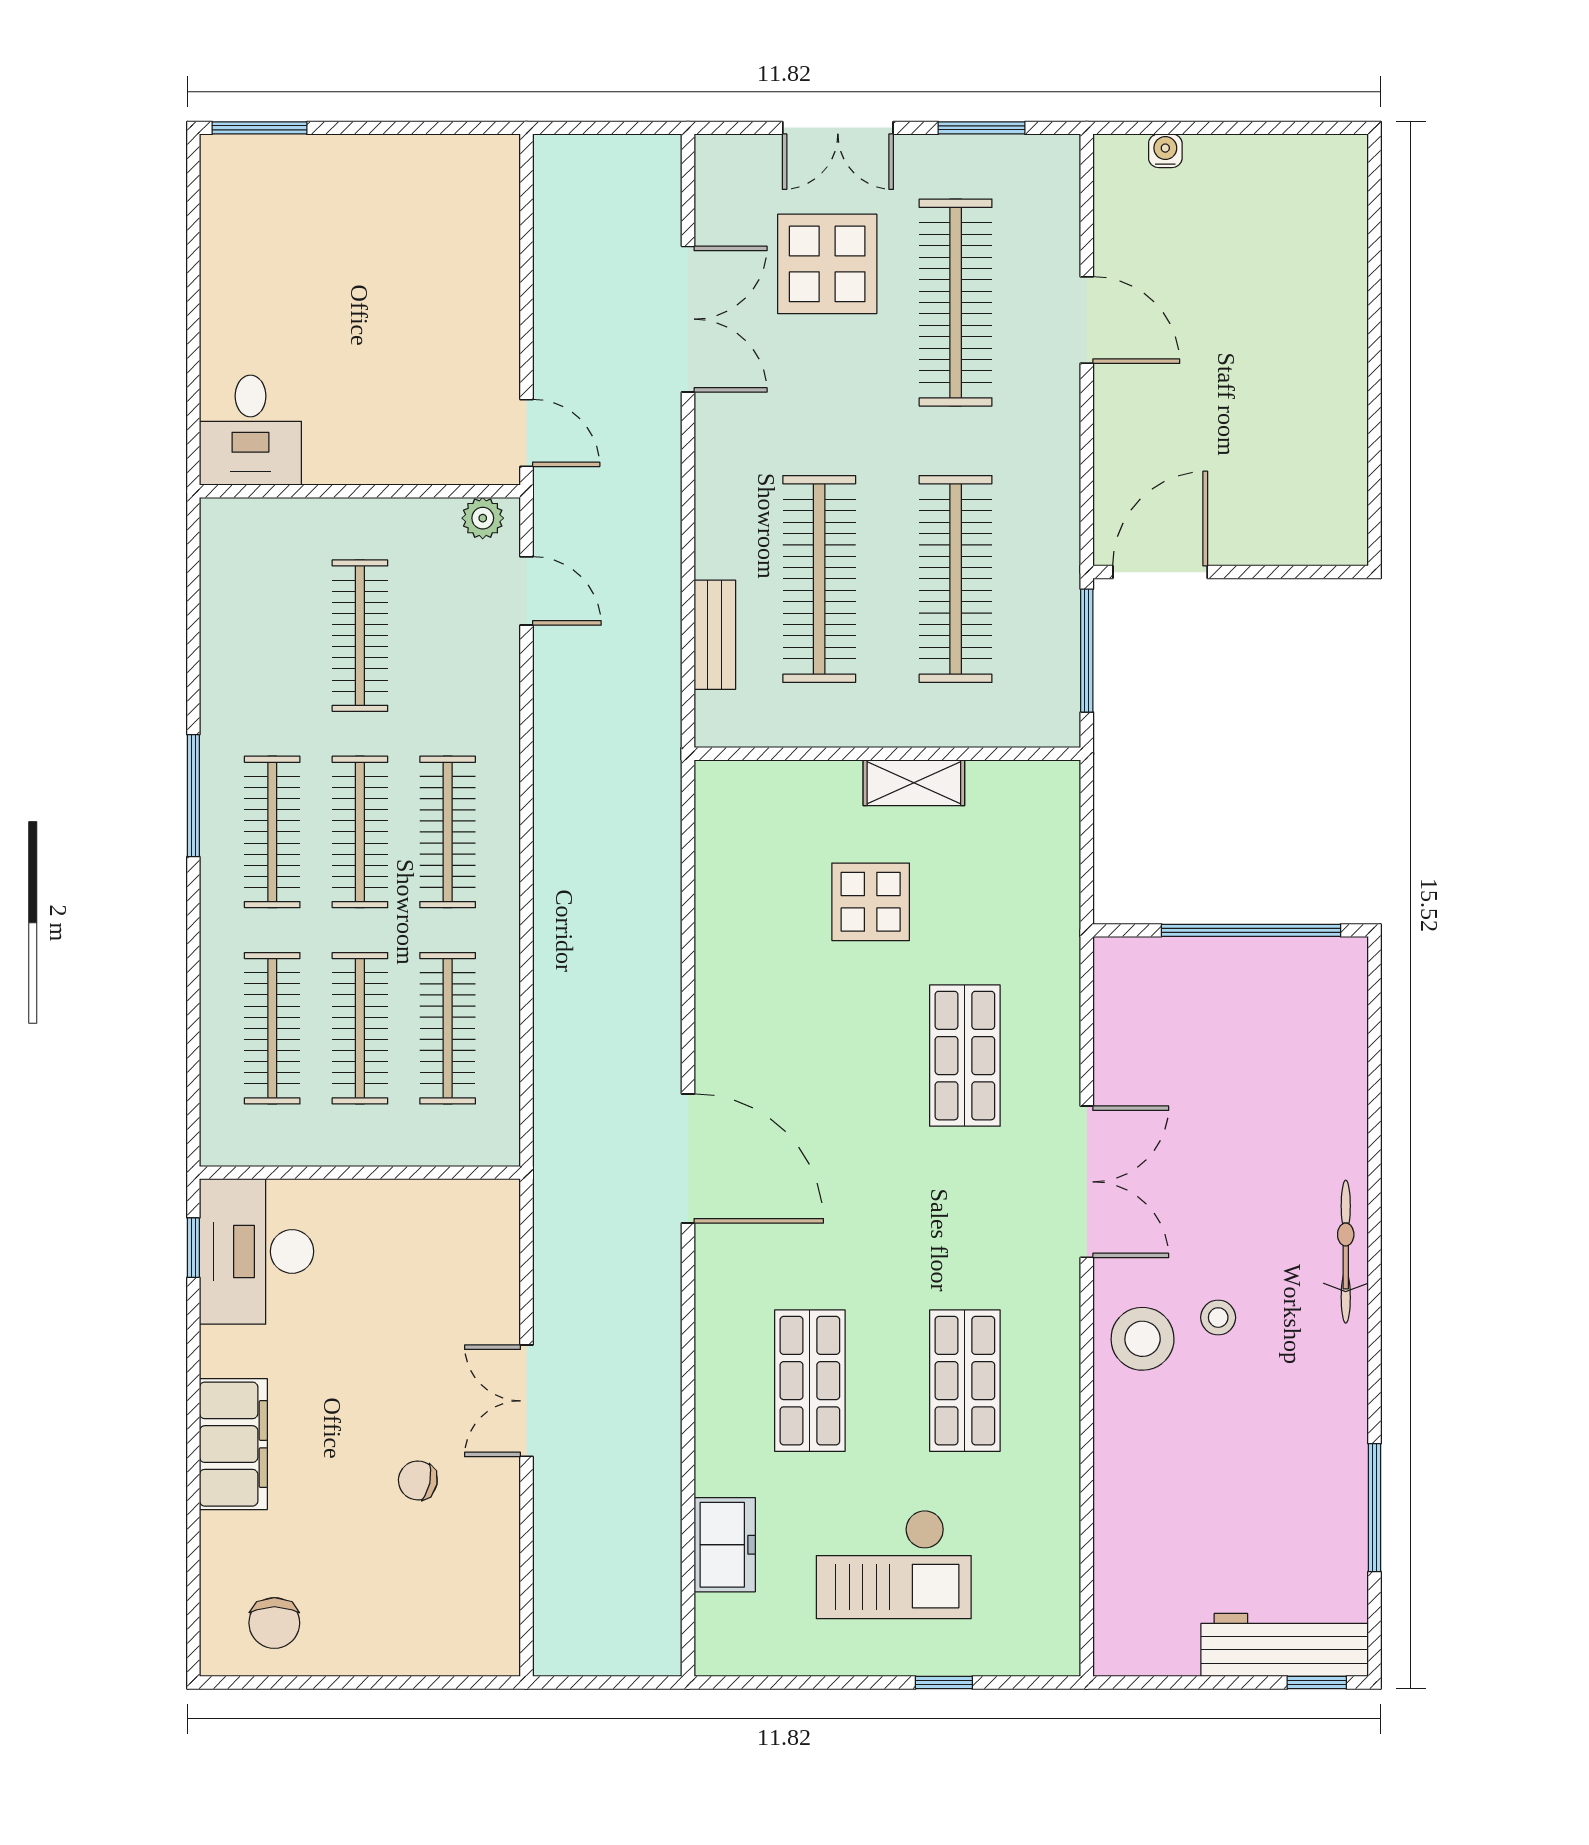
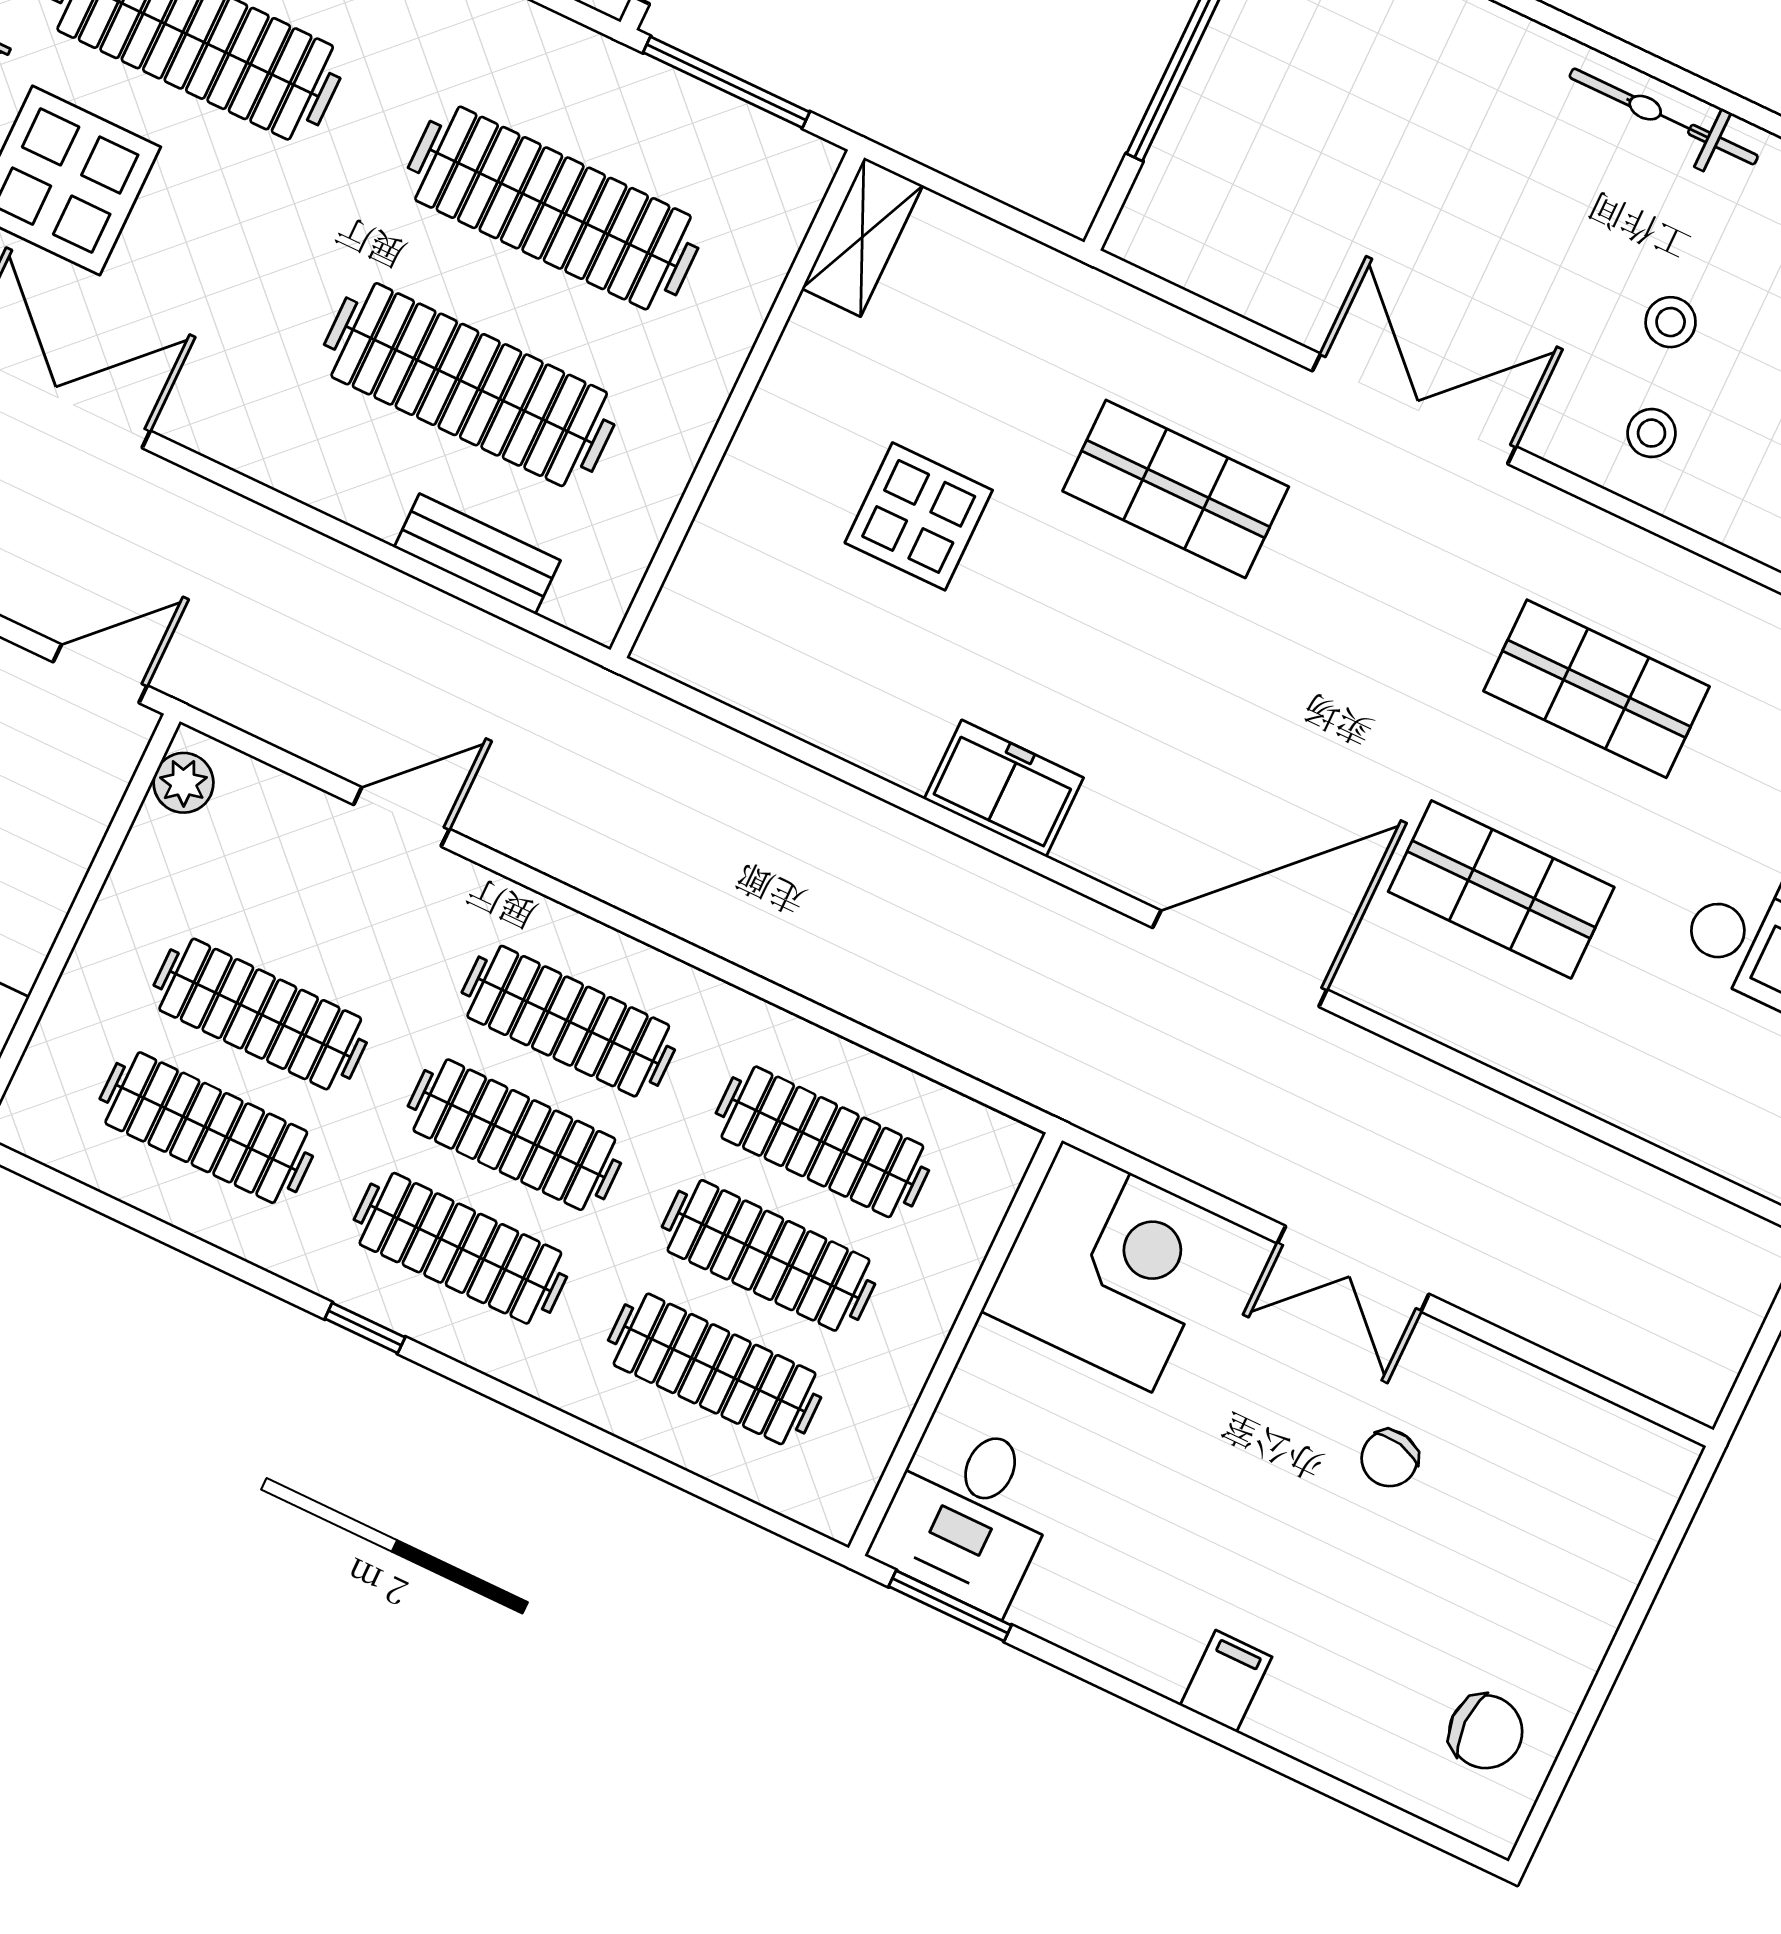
door: (526, 591) -> (401, 817), moved
clothes rail: (272, 636) -> (206, 1128), added
shelving: (914, 783) -> (862, 237), moved
window: (193, 796) -> (365, 1328), width x0.46
door: (688, 1158) -> (1240, 959), moved
corner desk: (454, 1245) -> (1107, 1266), added
window: (193, 1248) -> (950, 1606), width x1.50
desk: (257, 1251) -> (968, 1514), width x0.73
stool: (1143, 1339) -> (1652, 433), width x0.53, depth x0.53
filing cabinet: (233, 1444) -> (1226, 1681), width x0.33, depth x0.86
freezer: (725, 1545) -> (1004, 788), moved

